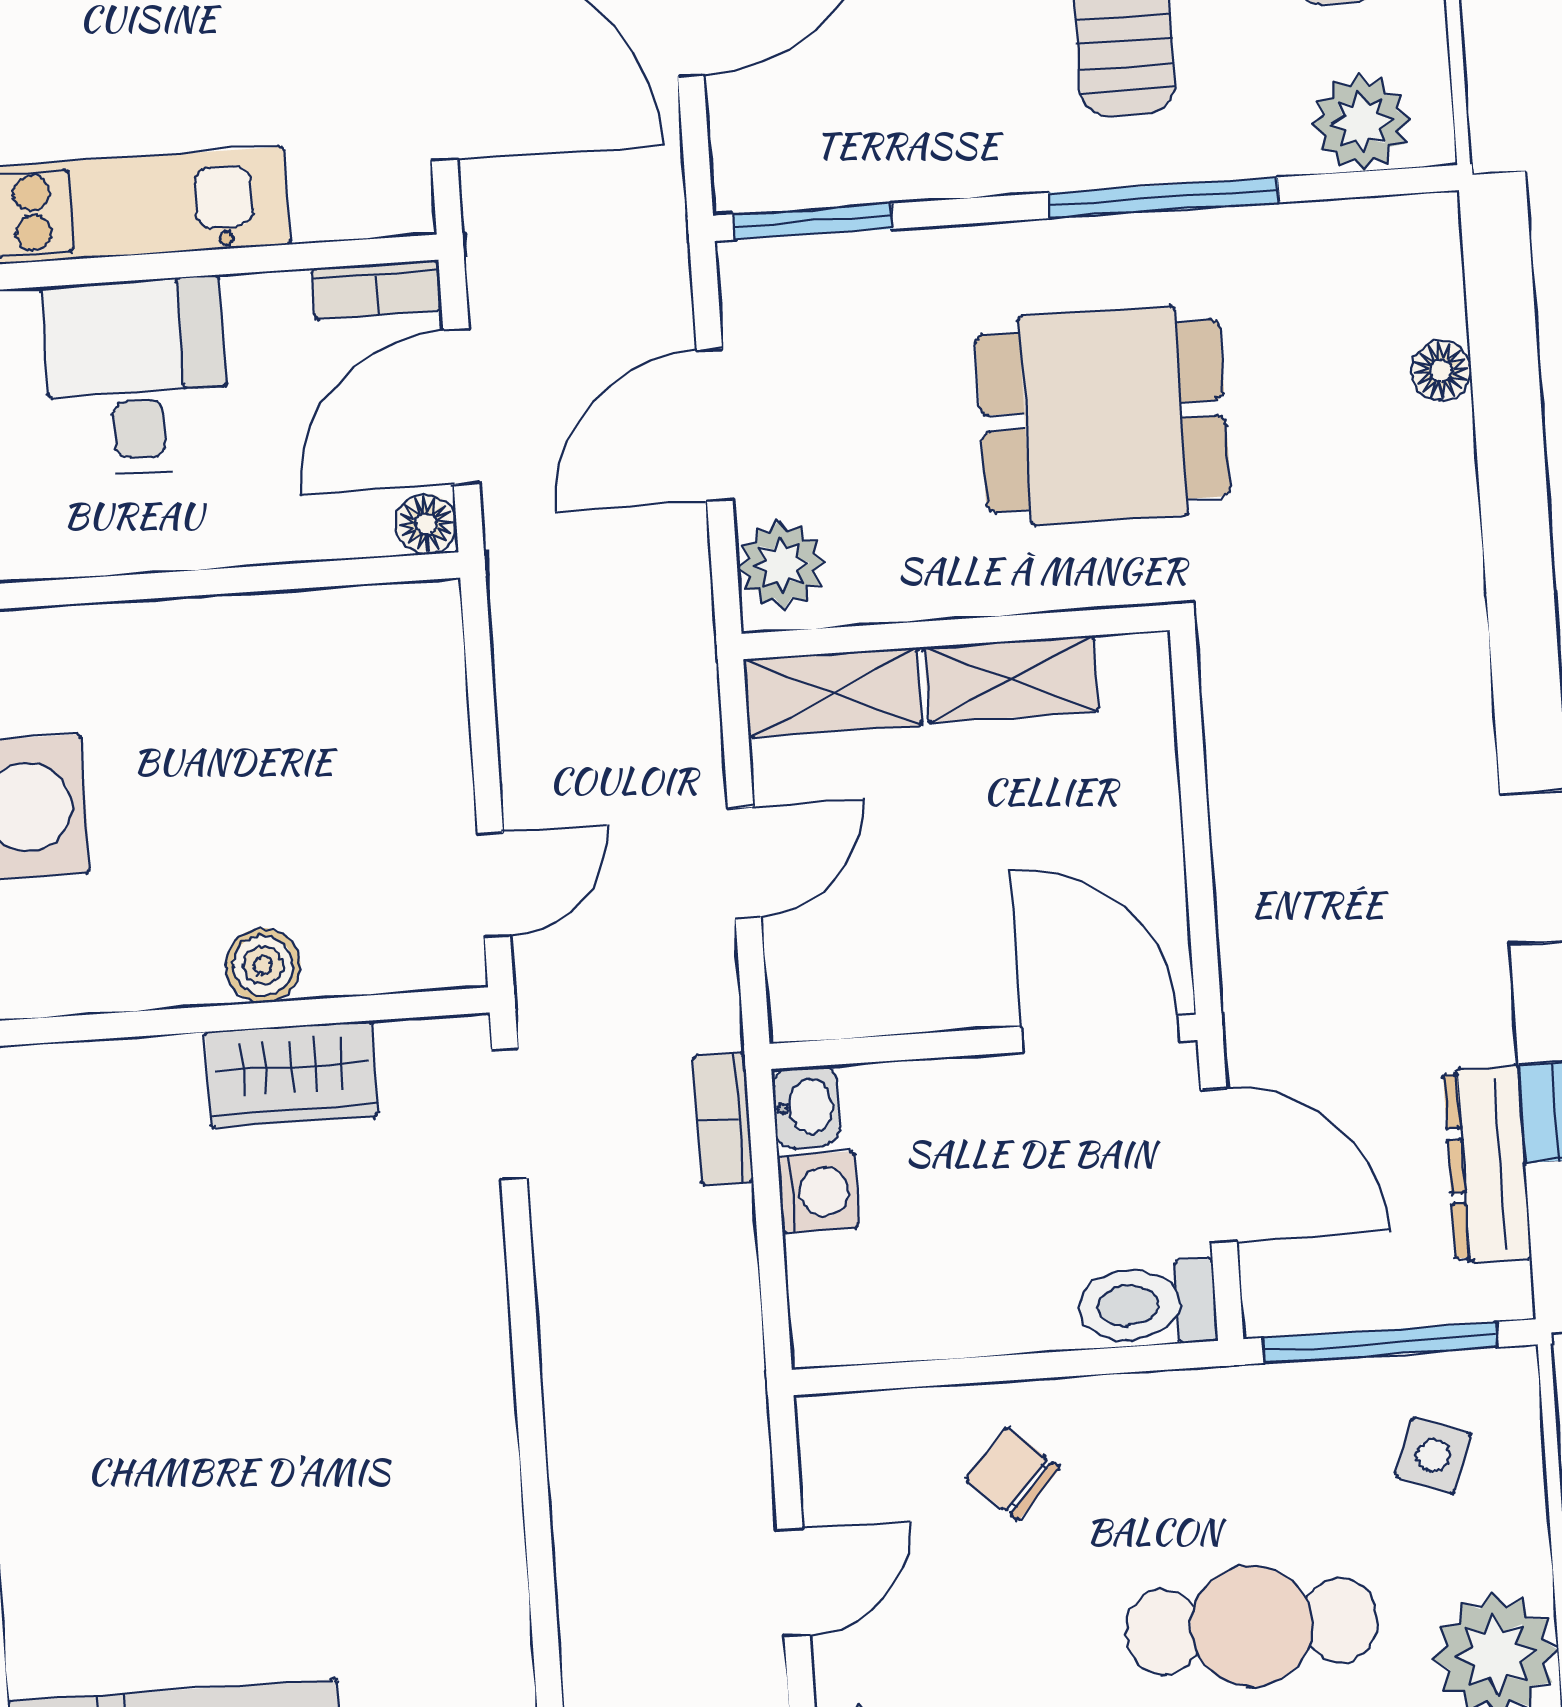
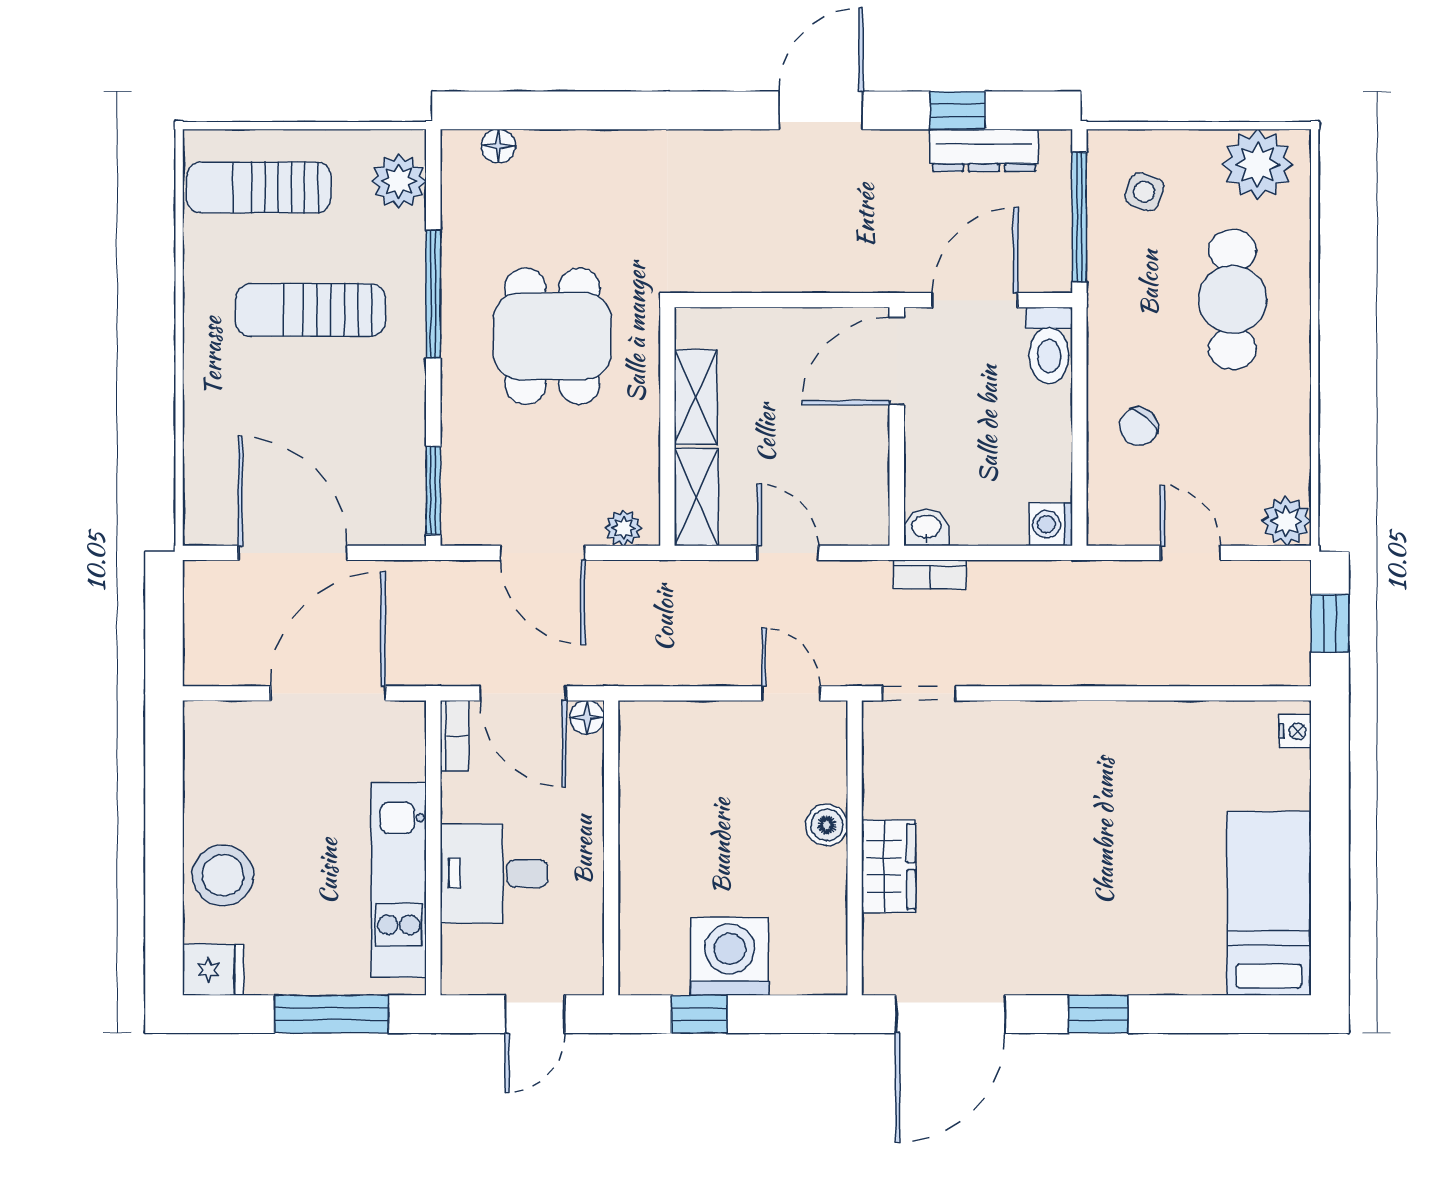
floor lamp: (1441, 371) -> (498, 146), moved
plant: (781, 565) -> (623, 528), width x0.73, depth x0.73
wardrobe: (291, 1074) -> (889, 866), moved
washing machine: (818, 1192) -> (1051, 524), moved, turned -90

